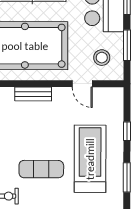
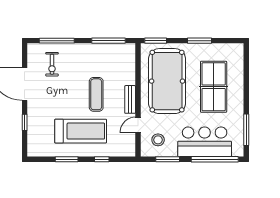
bench: (33, 94) -> (130, 99), moved
exercise mat: (41, 169) -> (96, 94), moved

